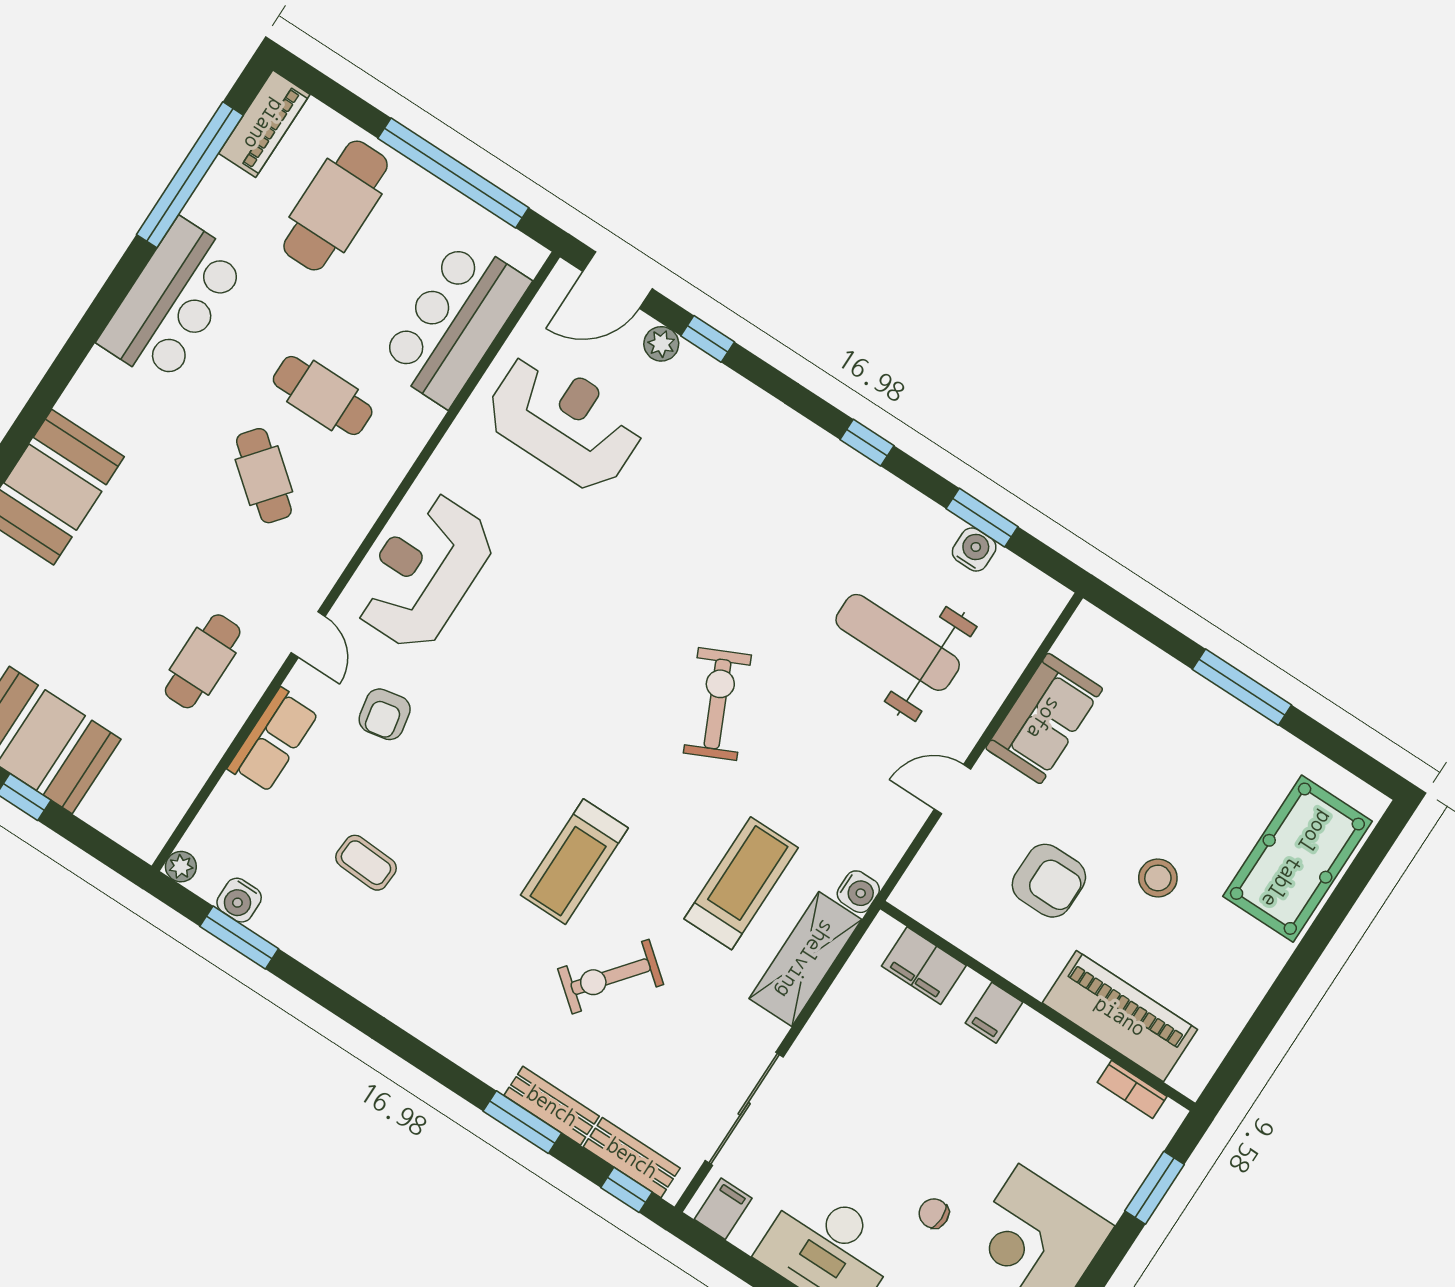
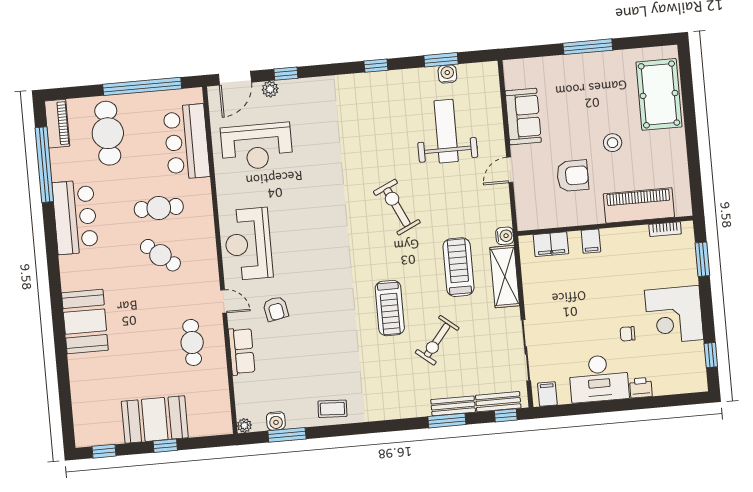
reception desk: (564, 421) -> (257, 147), turned 180
weight bench: (898, 642) -> (446, 131), turned 90
coffee table: (366, 863) -> (332, 409), moved

